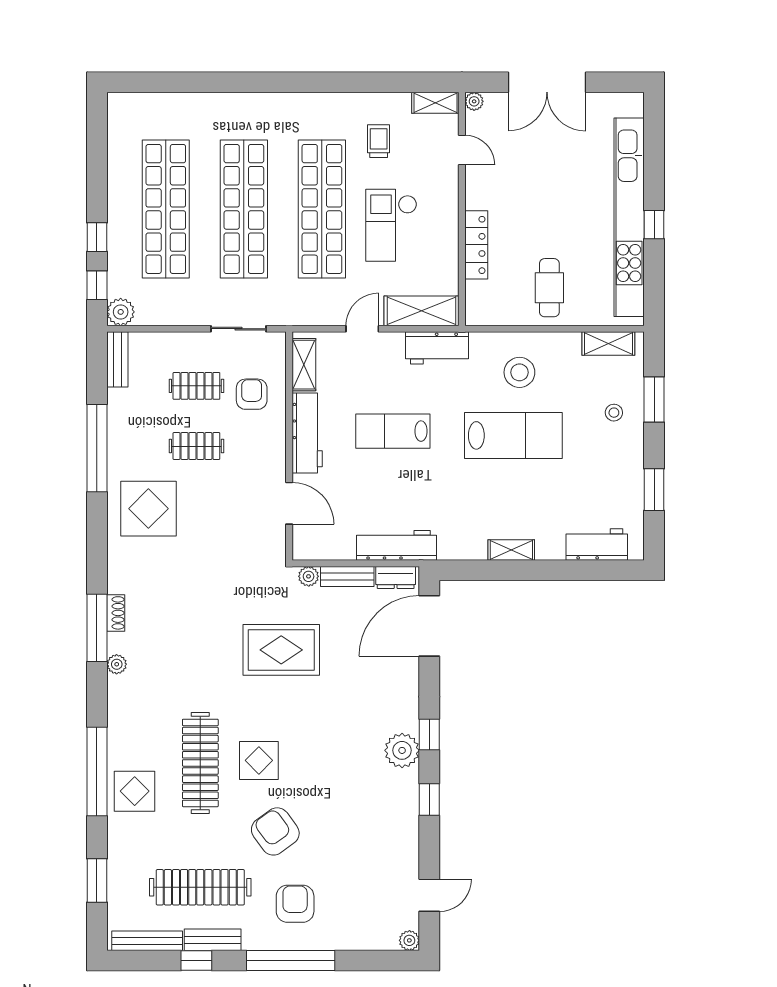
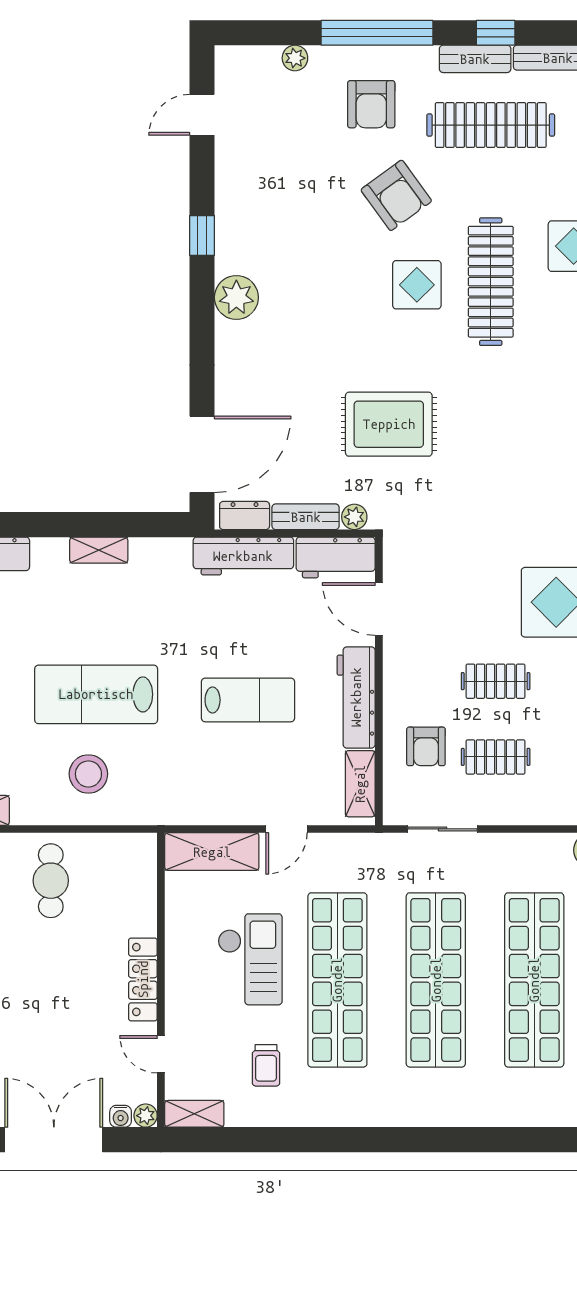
water cooler: (494, 101) -> (121, 1116), added
locker: (476, 245) -> (143, 979), moved
workbench: (437, 348) -> (336, 557), moved, turned 180
window: (429, 734) -> (202, 318), removed
plant: (409, 940) -> (295, 58), moved

